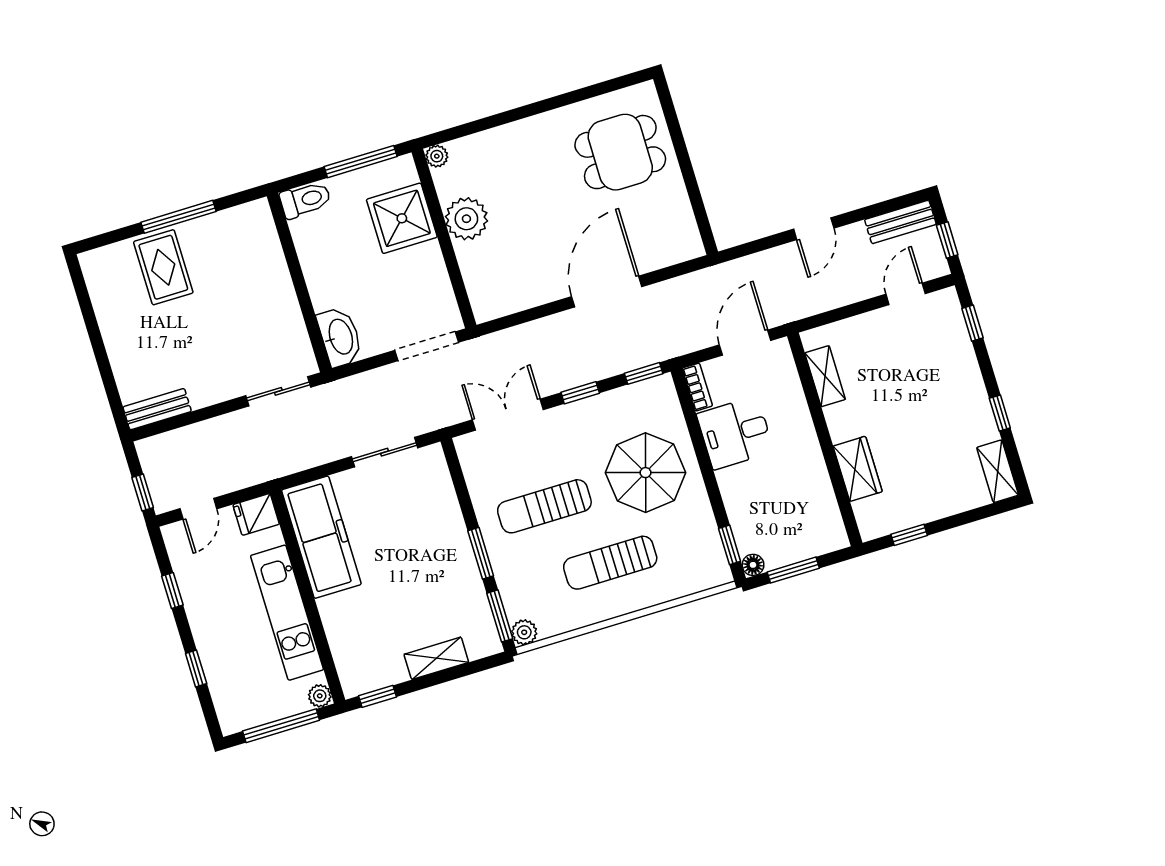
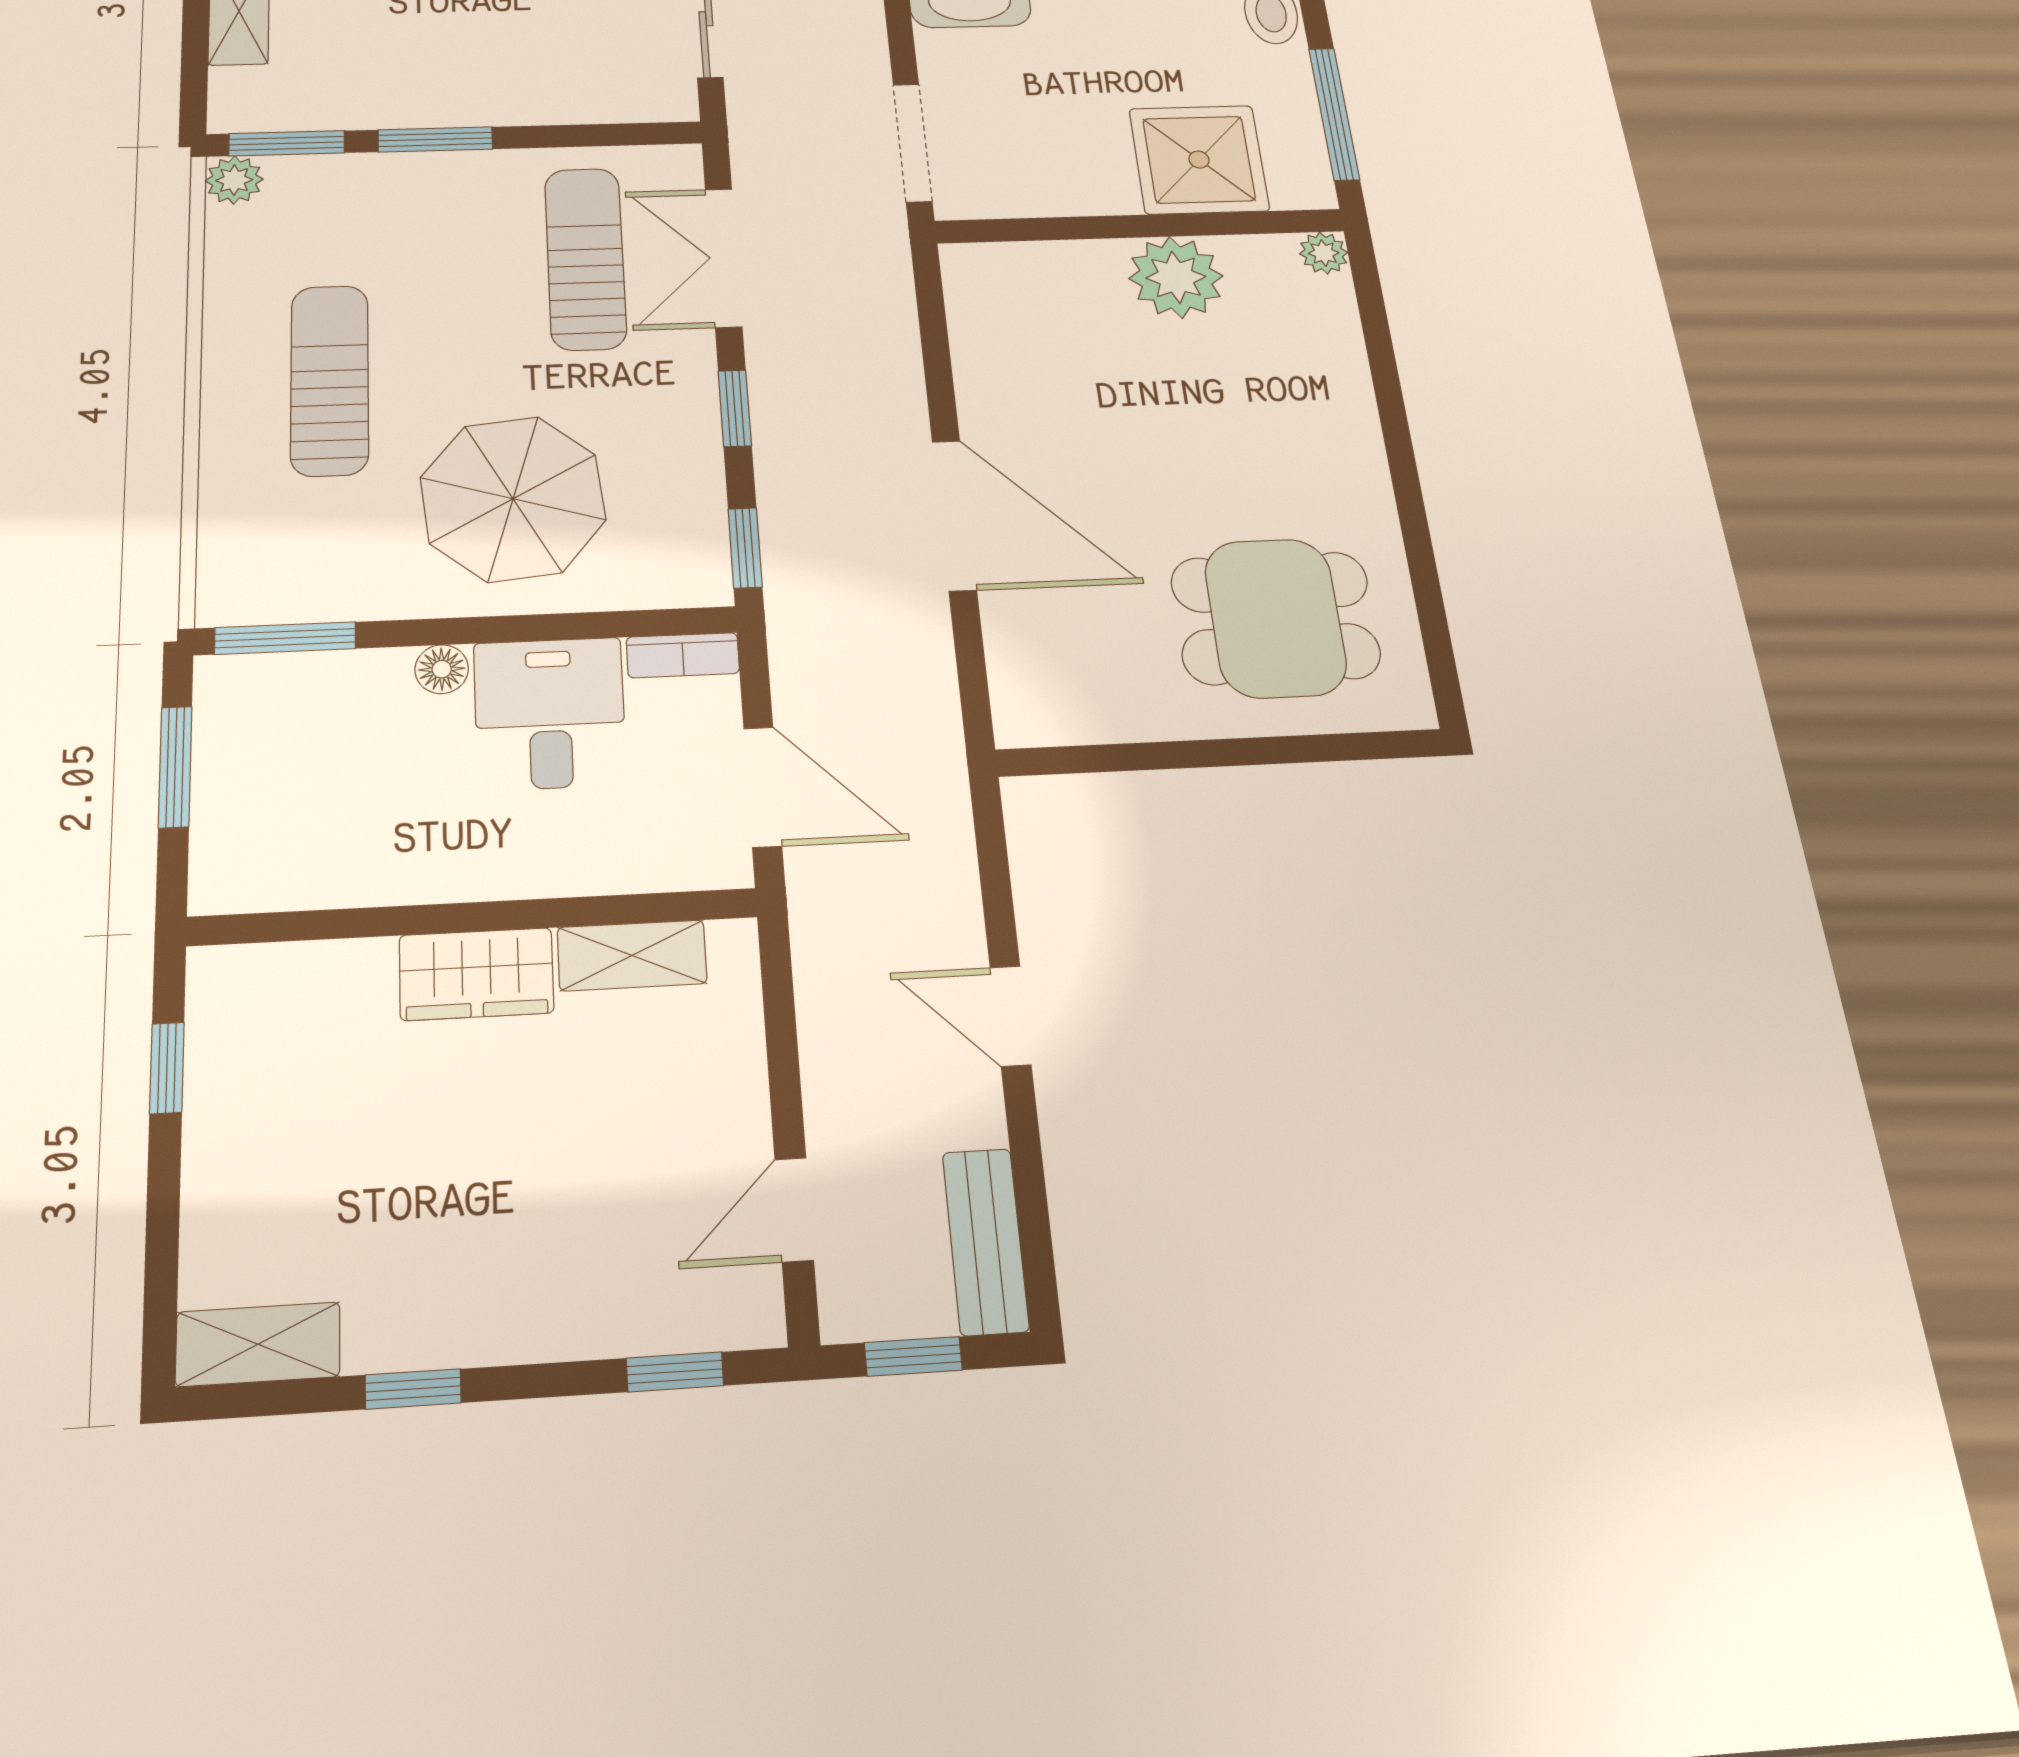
dining table: (620, 152) -> (1275, 618), turned 90
door: (906, 294) -> (794, 1210), swing flipped
double door: (508, 415) -> (724, 258), swing flipped
wardrobe: (858, 469) -> (476, 974), moved
sun lounger: (544, 506) -> (585, 258), moved
window: (730, 545) -> (285, 638), width x1.50
floor lamp: (753, 565) -> (442, 669), moved

